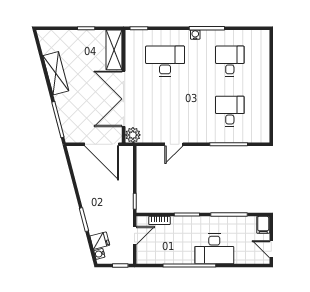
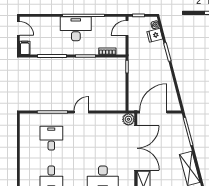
desk: (230, 111) -> (51, 138), turned 180
door: (102, 144) -> (153, 112), hinge flipped
door: (174, 144) -> (81, 112), moved
door: (135, 235) -> (127, 28), moved
desk: (214, 249) -> (76, 29), moved

